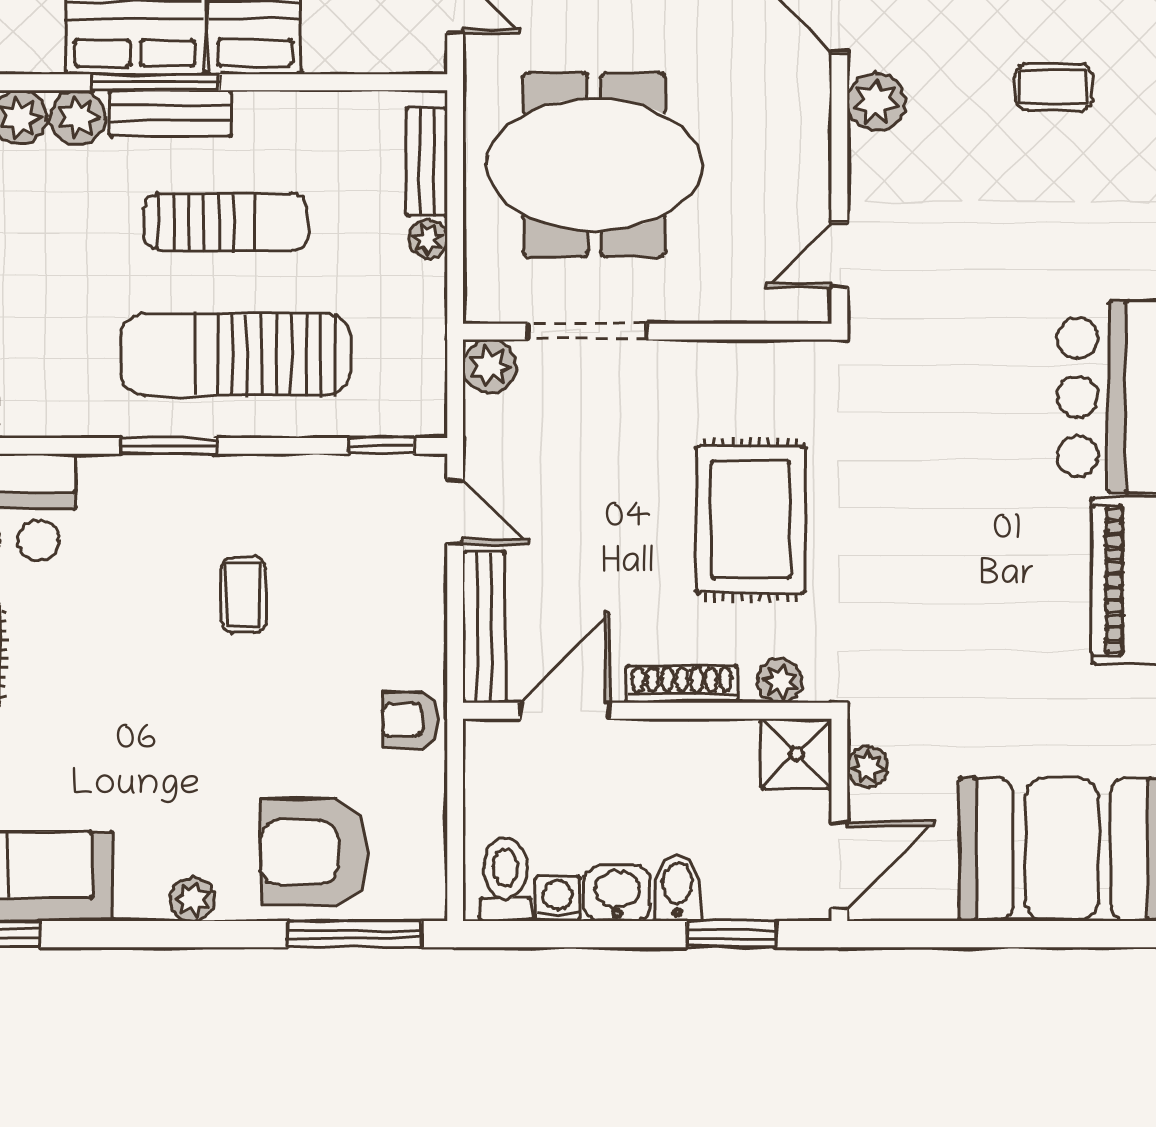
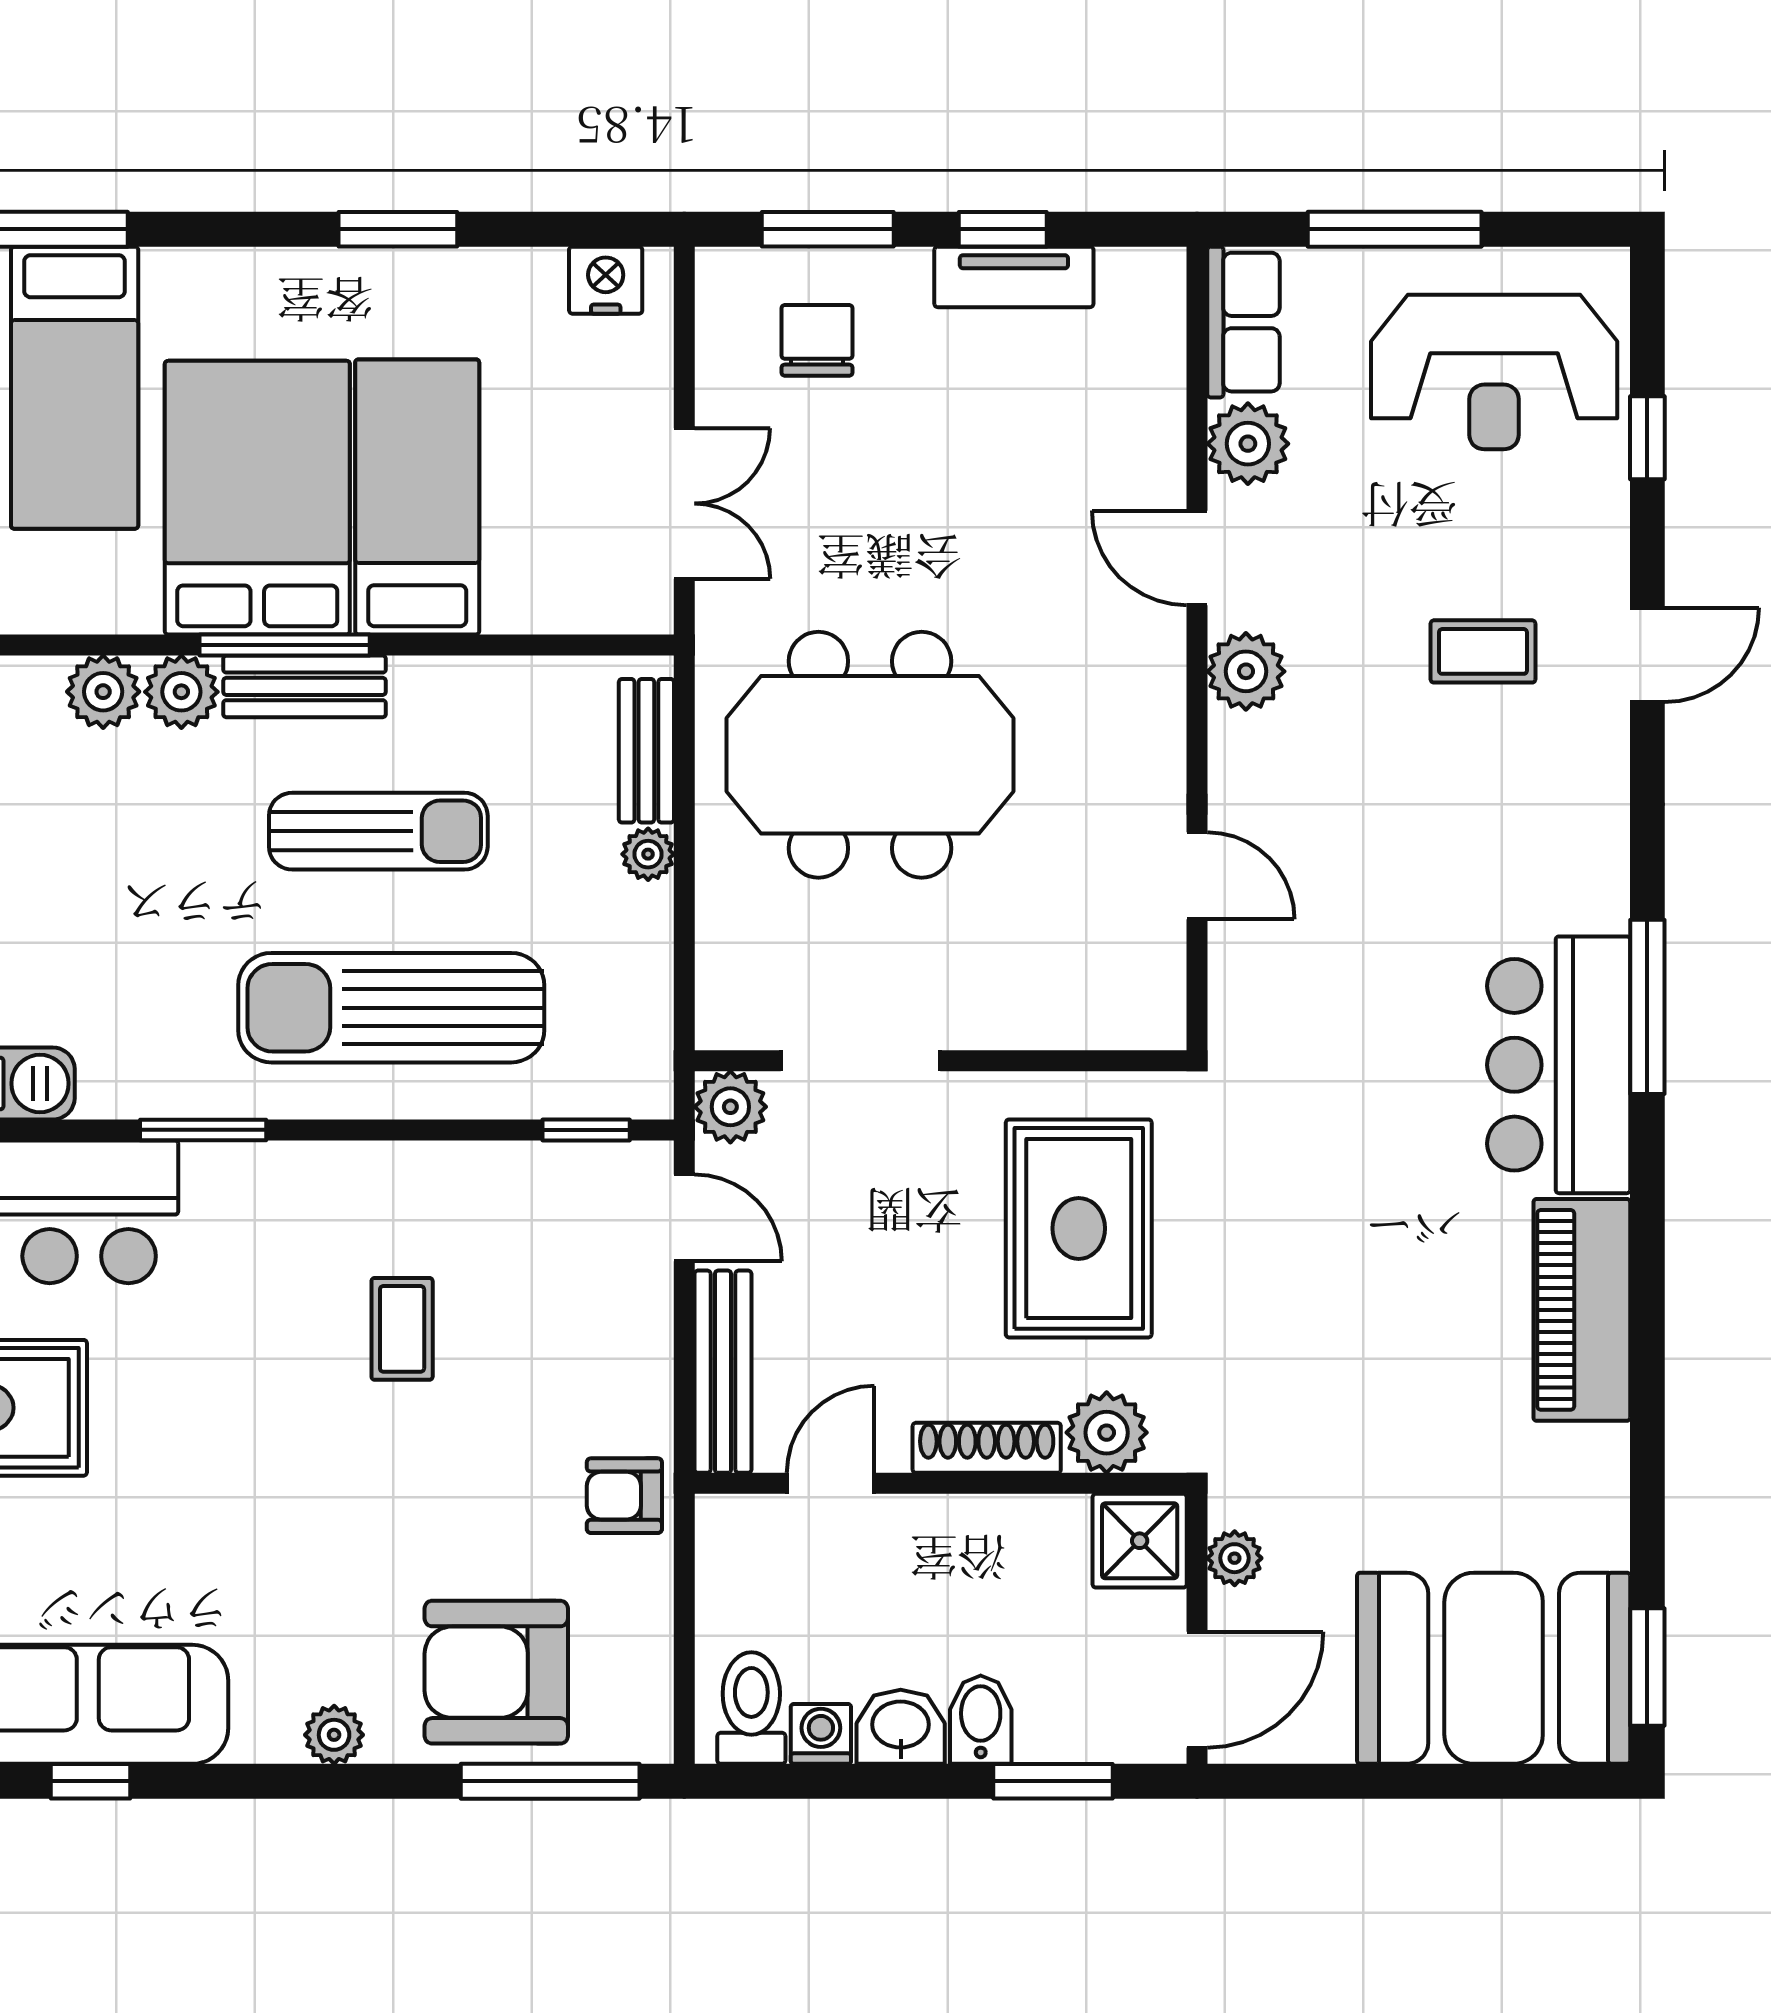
door: (839, 255) -> (1197, 876), swing flipped
doorway: (587, 332) -> (860, 1061), moved
wall: (647, 332) -> (941, 1061), moved
plant: (490, 366) -> (730, 1107), moved
window: (169, 446) -> (203, 1130), moved
plant: (780, 681) -> (1107, 1433), width x1.38, depth x1.38
door: (565, 711) -> (831, 1483), width x0.73

